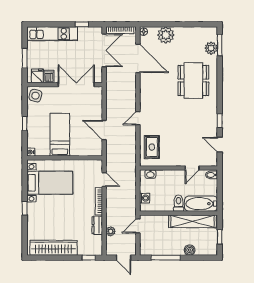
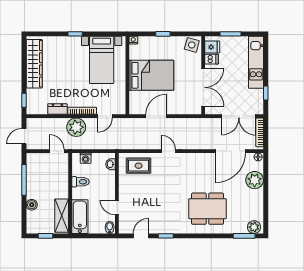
plant: (211, 48) -> (254, 227), moved
bed: (60, 135) -> (151, 75), width x1.50
toilet: (179, 203) -> (80, 182), moved
shelving: (192, 221) -> (62, 216), width x0.68
plant: (111, 231) -> (76, 127), moved, width x1.88, depth x1.88

